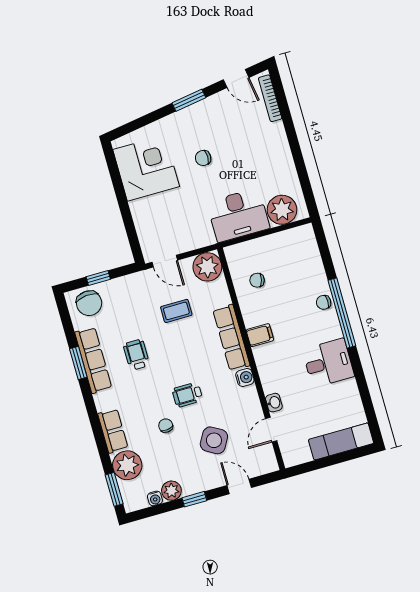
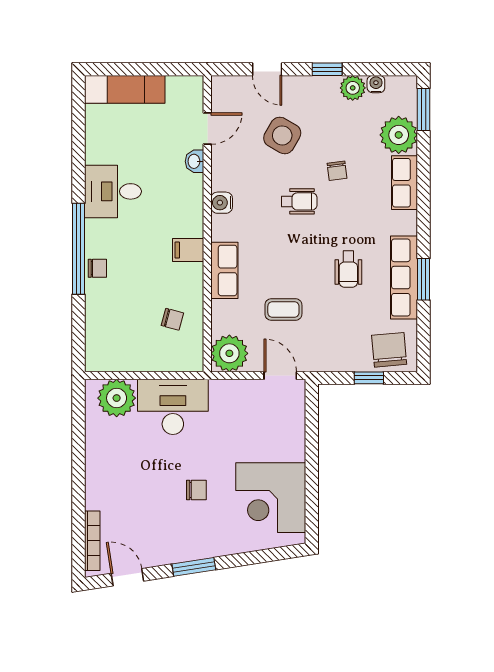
row of seats: (231, 338) -> (224, 270), width x0.68

